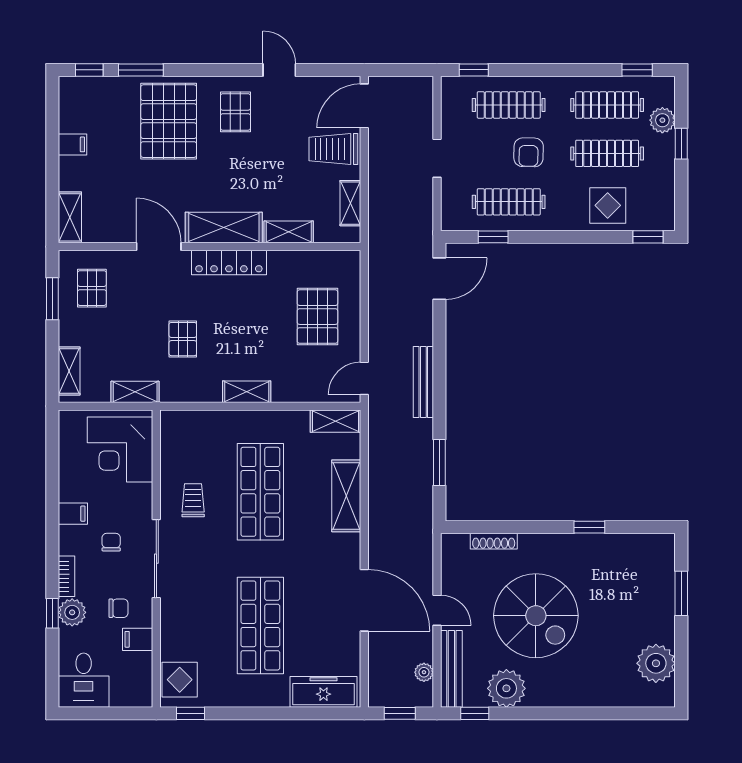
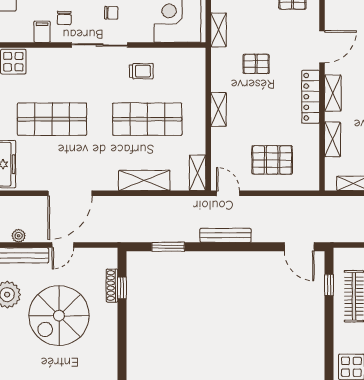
shelving: (224, 228) -> (333, 93), width x0.67, depth x0.75
window: (589, 527) -> (122, 288), moved

